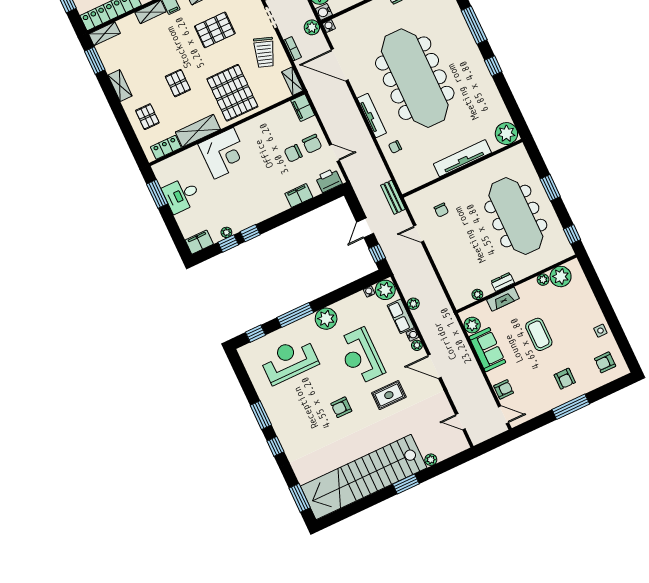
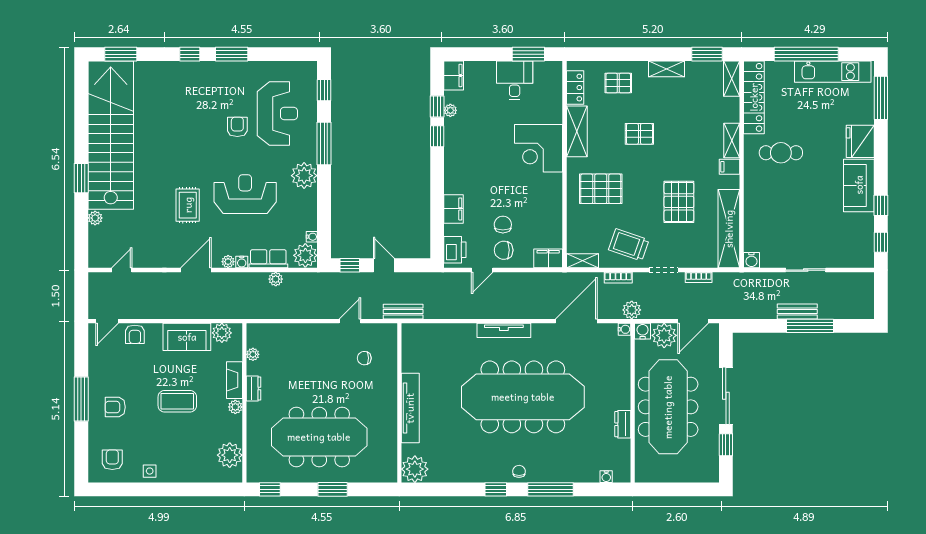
pallet: (232, 93) -> (601, 189), width x0.73, depth x0.71
chair: (395, 147) -> (519, 471), moved
plant: (543, 280) -> (235, 407), moved
armchair: (341, 407) -> (237, 127), moved

